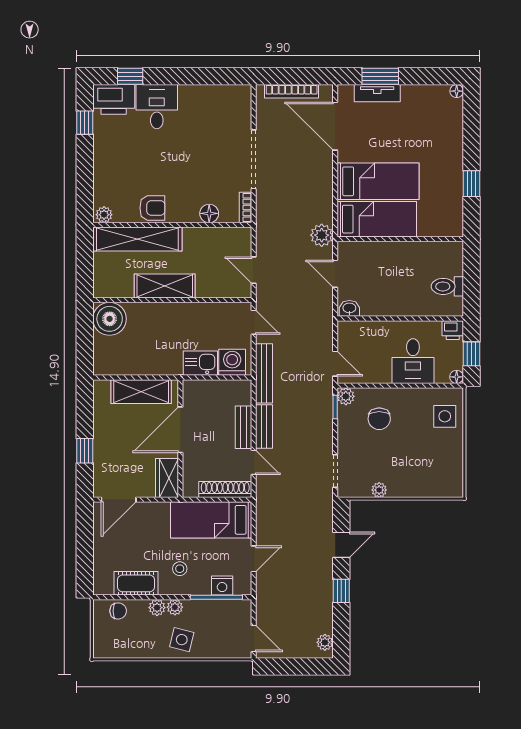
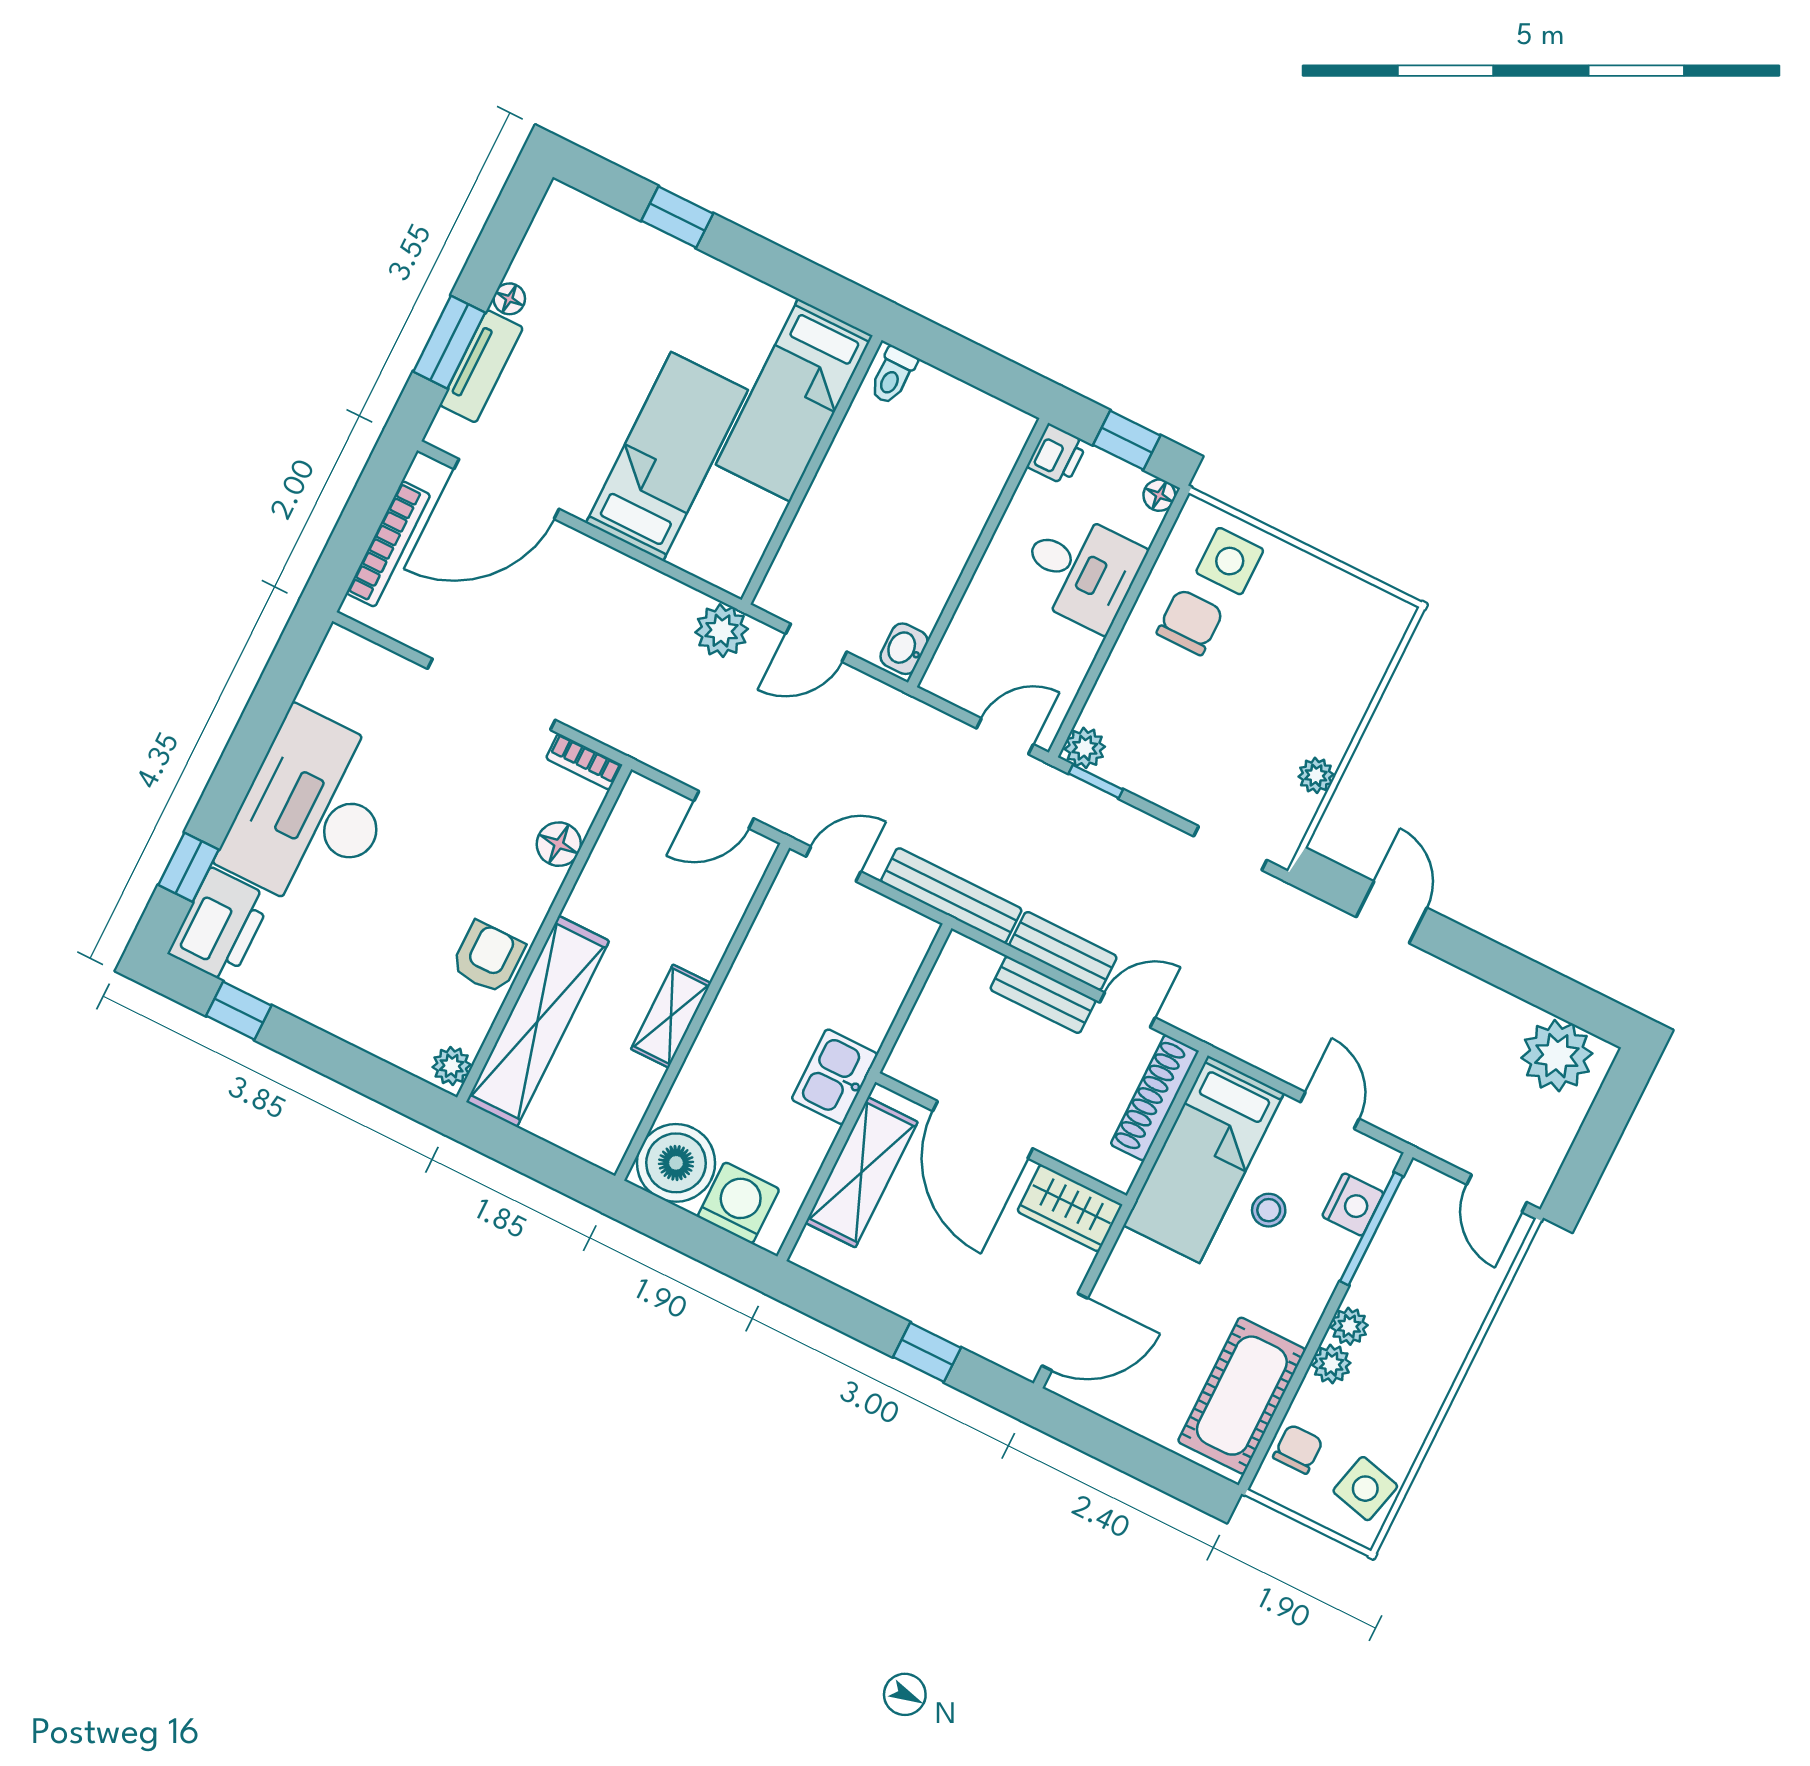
floor lamp: (457, 91) -> (509, 299), moved
desk: (157, 107) -> (313, 812), width x1.87, depth x1.30
window: (471, 184) -> (677, 217), moved
bed: (377, 219) -> (794, 400), moved, turned 180
shelving: (165, 286) -> (671, 1016), width x0.67, depth x0.75
toilet: (447, 286) -> (893, 376), moved, width x0.73, depth x0.72
washing machine: (232, 362) -> (738, 1203), moved, turned 90
kitchen sink: (200, 363) -> (835, 1077), moved
chair: (379, 419) -> (1190, 622), moved, turned -90
door: (119, 500) -> (1065, 1332), hinge flipped
stool: (180, 569) -> (1269, 1210), moved
cot: (136, 583) -> (1242, 1396), width x1.37, depth x1.34
window: (341, 591) -> (1488, 960), removed
door: (254, 638) -> (1497, 1193), swing flipped
side table: (182, 640) -> (1365, 1489), moved
plant: (325, 642) -> (1557, 1056), width x1.88, depth x1.88

